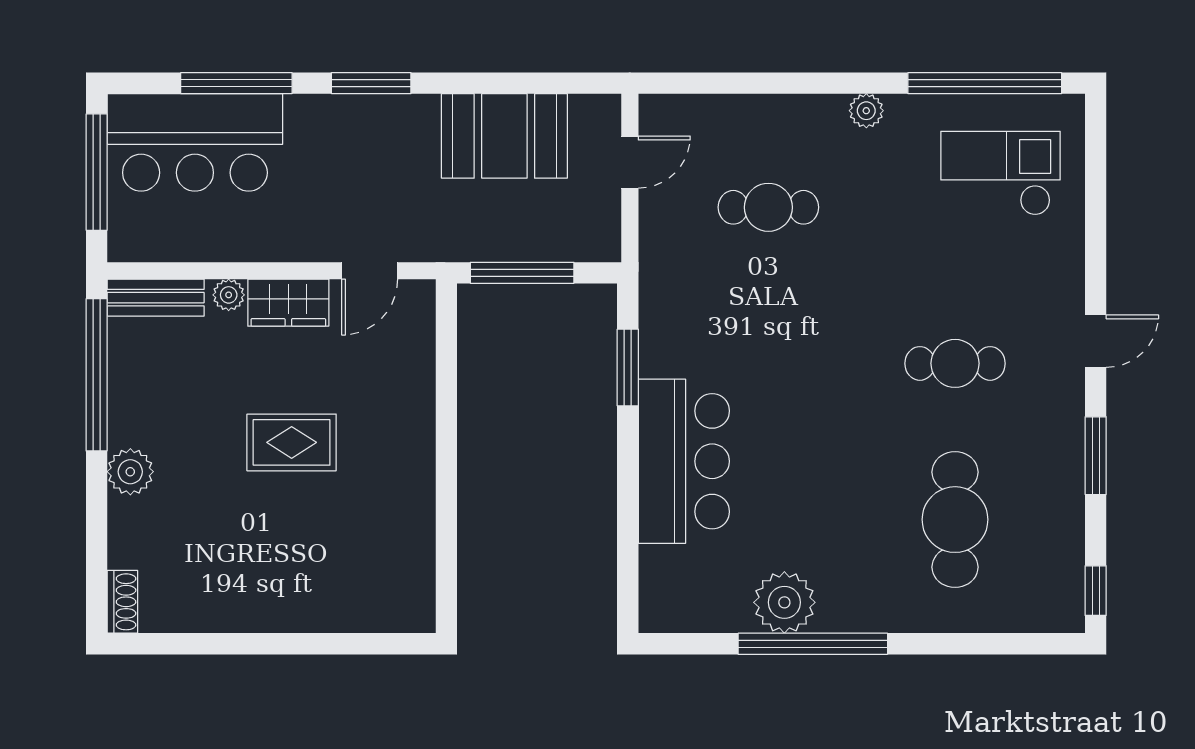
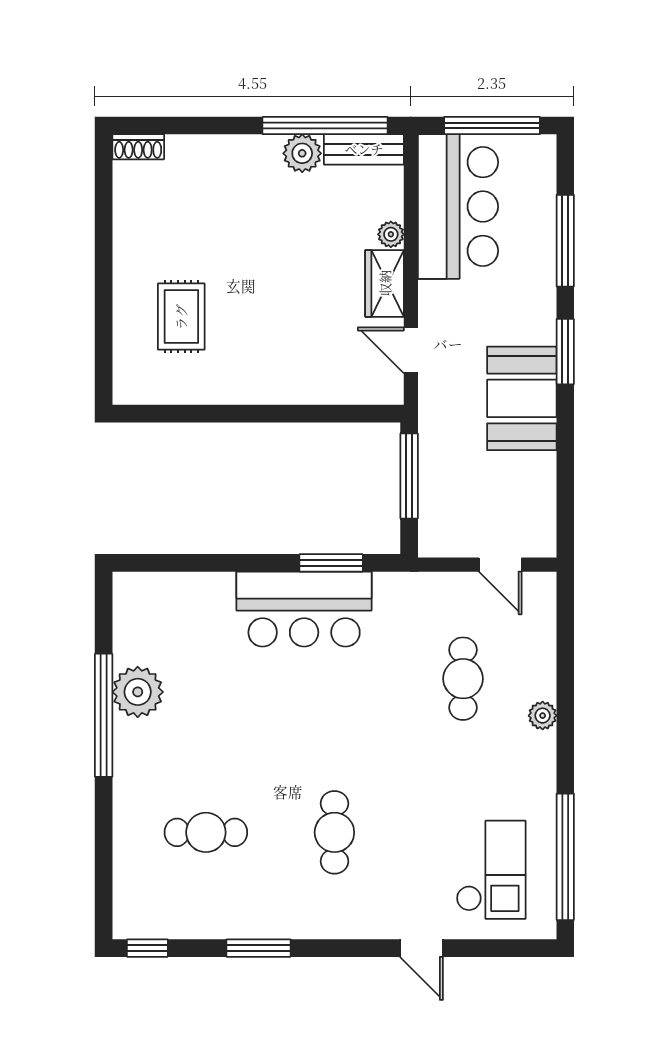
plant: (866, 111) -> (543, 716), moved
booth: (504, 136) -> (522, 398), moved
bar counter: (195, 142) -> (458, 207), moved, turned 180
bench: (156, 298) -> (364, 149), moved, turned 90
door: (1096, 341) -> (421, 948), moved
rug: (292, 442) -> (181, 317), moved
bar counter: (684, 461) -> (304, 609), moved
plant: (130, 472) -> (302, 153), moved
cafe table: (955, 520) -> (206, 832), width x0.73, depth x0.74

